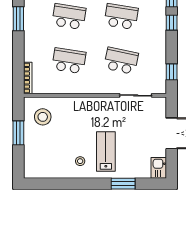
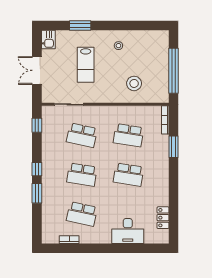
window: (18, 19) -> (174, 147), moved
stool: (43, 117) -> (134, 83), moved
window: (18, 133) -> (174, 71), width x2.11
lab bench: (106, 152) -> (86, 65), moved

